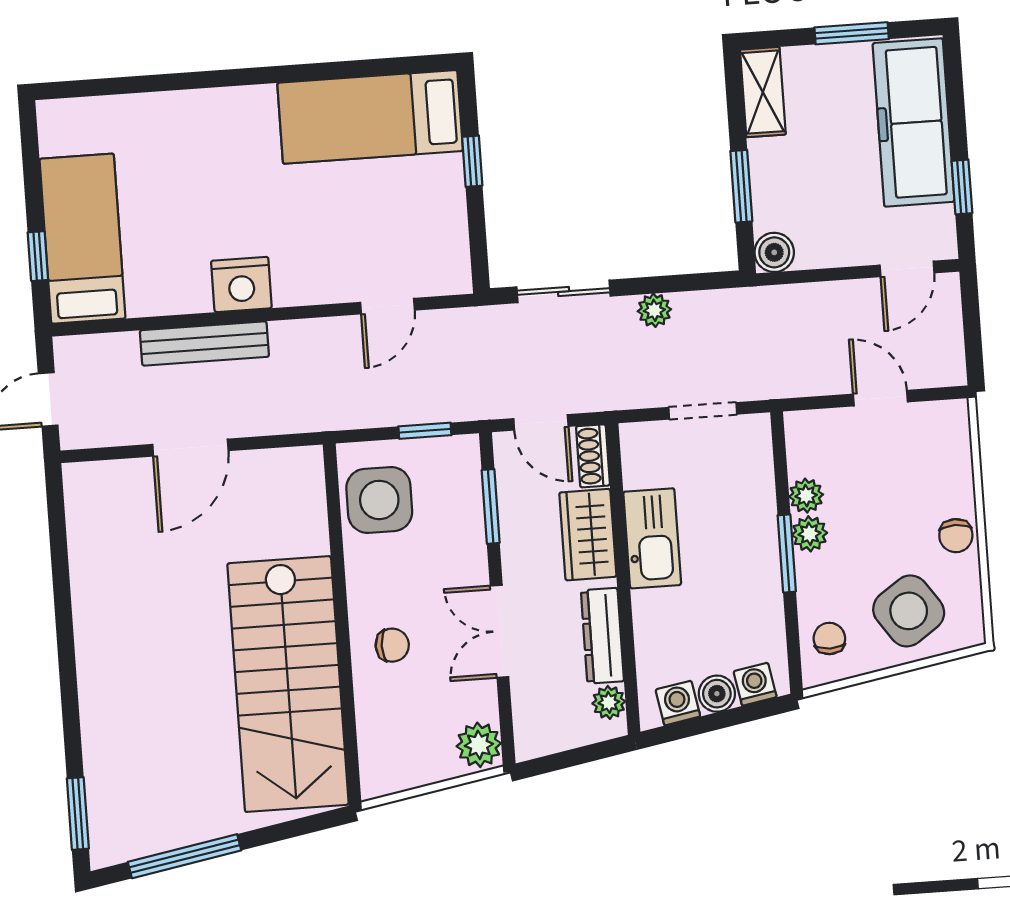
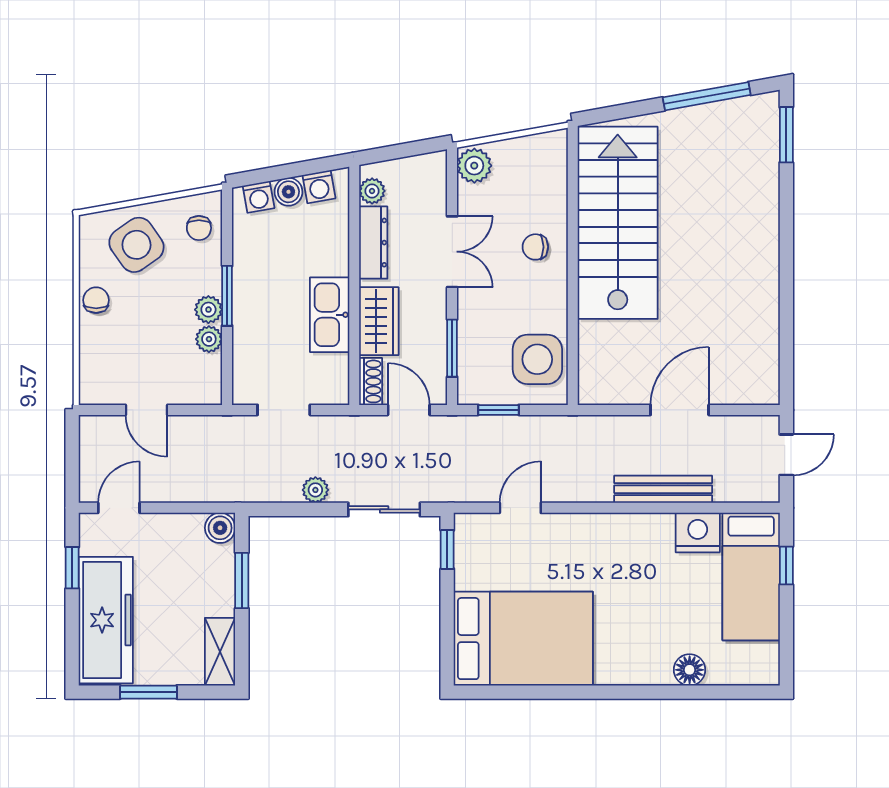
floor lamp: (153, 112) -> (690, 670), added
bed: (370, 117) -> (523, 639), width x1.50
window: (472, 161) -> (447, 549), moved
nightstand: (241, 284) -> (698, 533), moved

